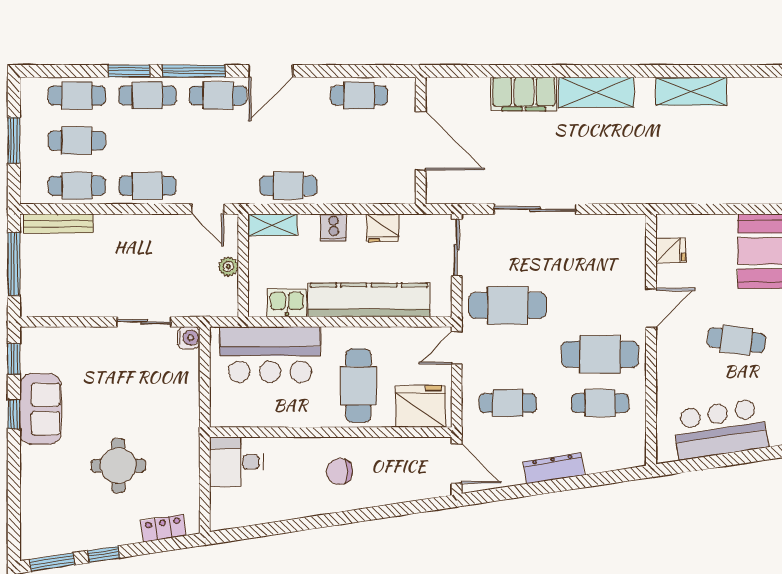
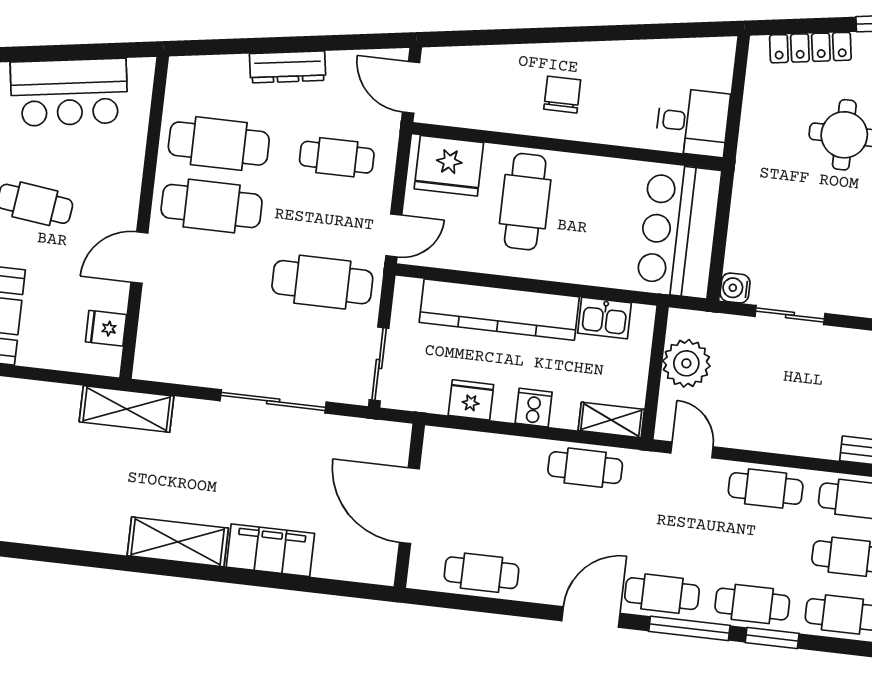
shelving: (691, 91) -> (127, 409), moved
plant: (228, 267) -> (686, 363), width x1.87, depth x1.87
bar counter: (270, 355) -> (679, 231), moved, turned -90
cafe table: (600, 403) -> (219, 144), width x1.37, depth x1.35
chair: (339, 472) -> (562, 95), turned -90
locker: (163, 528) -> (810, 48), width x1.53

